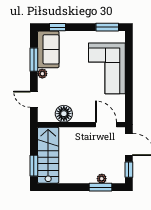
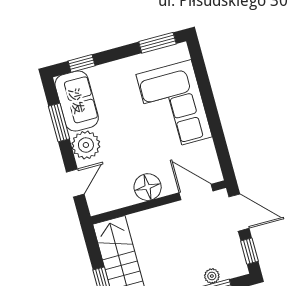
plant: (42, 74) -> (86, 145), width x1.87, depth x1.87
door: (34, 99) -> (75, 183), swing flipped
floor lamp: (64, 114) -> (148, 187), moved

